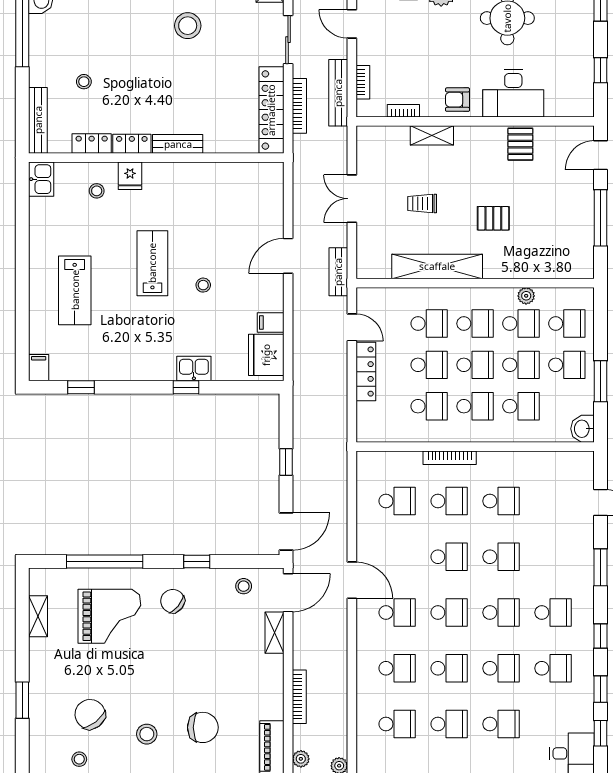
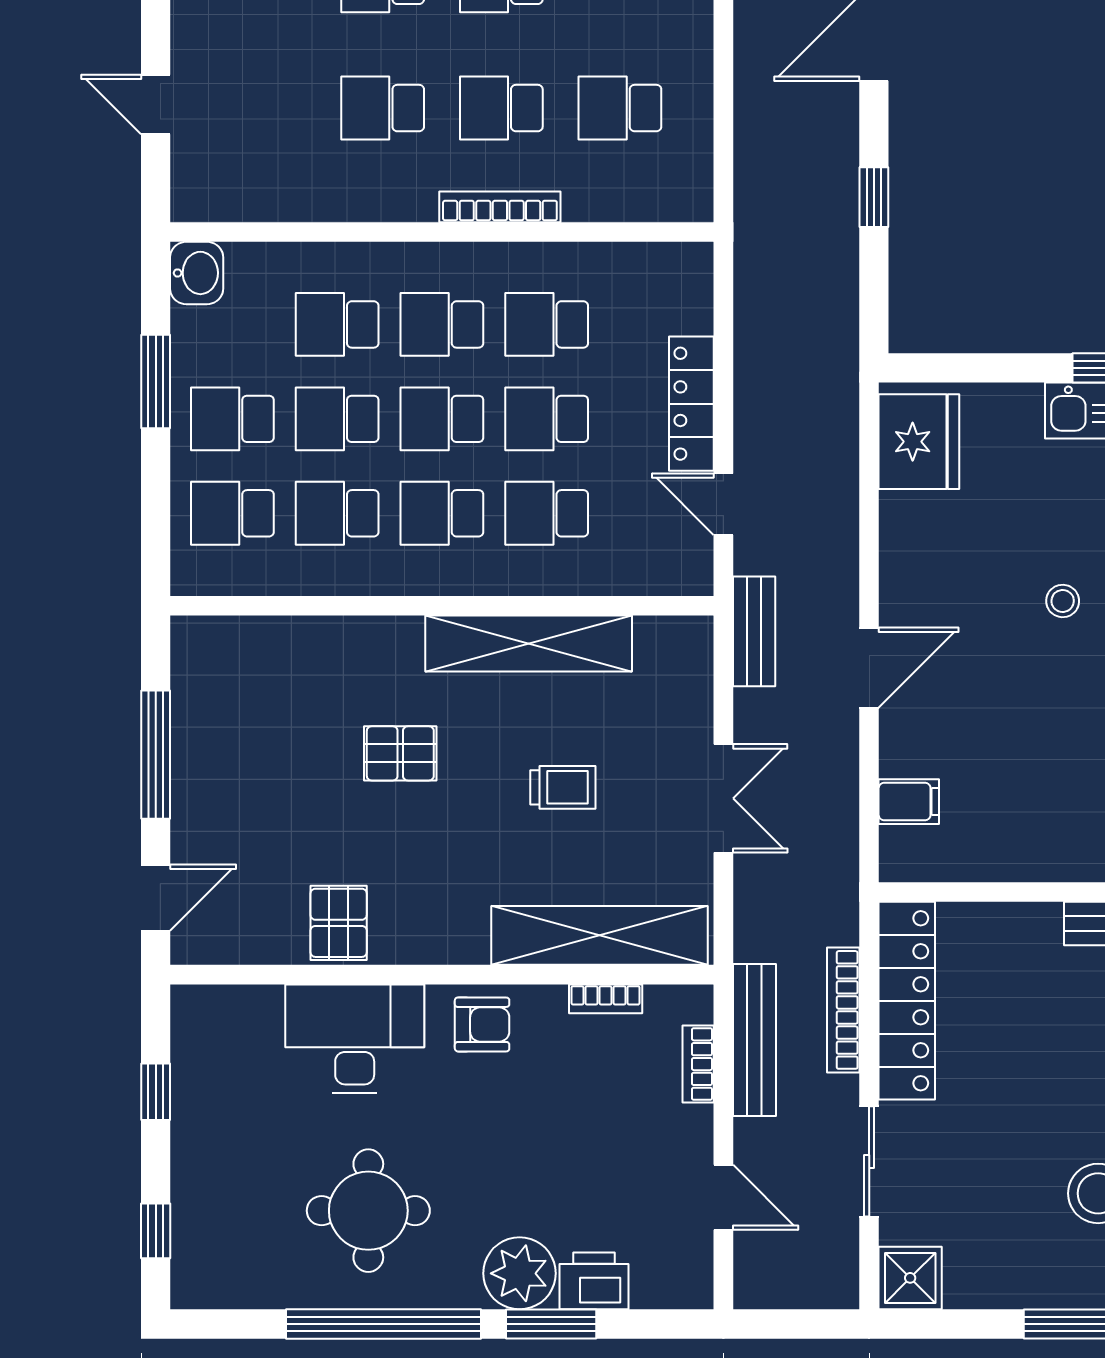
shelving: (432, 135) -> (600, 935), width x2.20, depth x1.33
plant: (526, 296) -> (325, 577), removed
filing cabinet: (271, 323) -> (909, 802), moved

